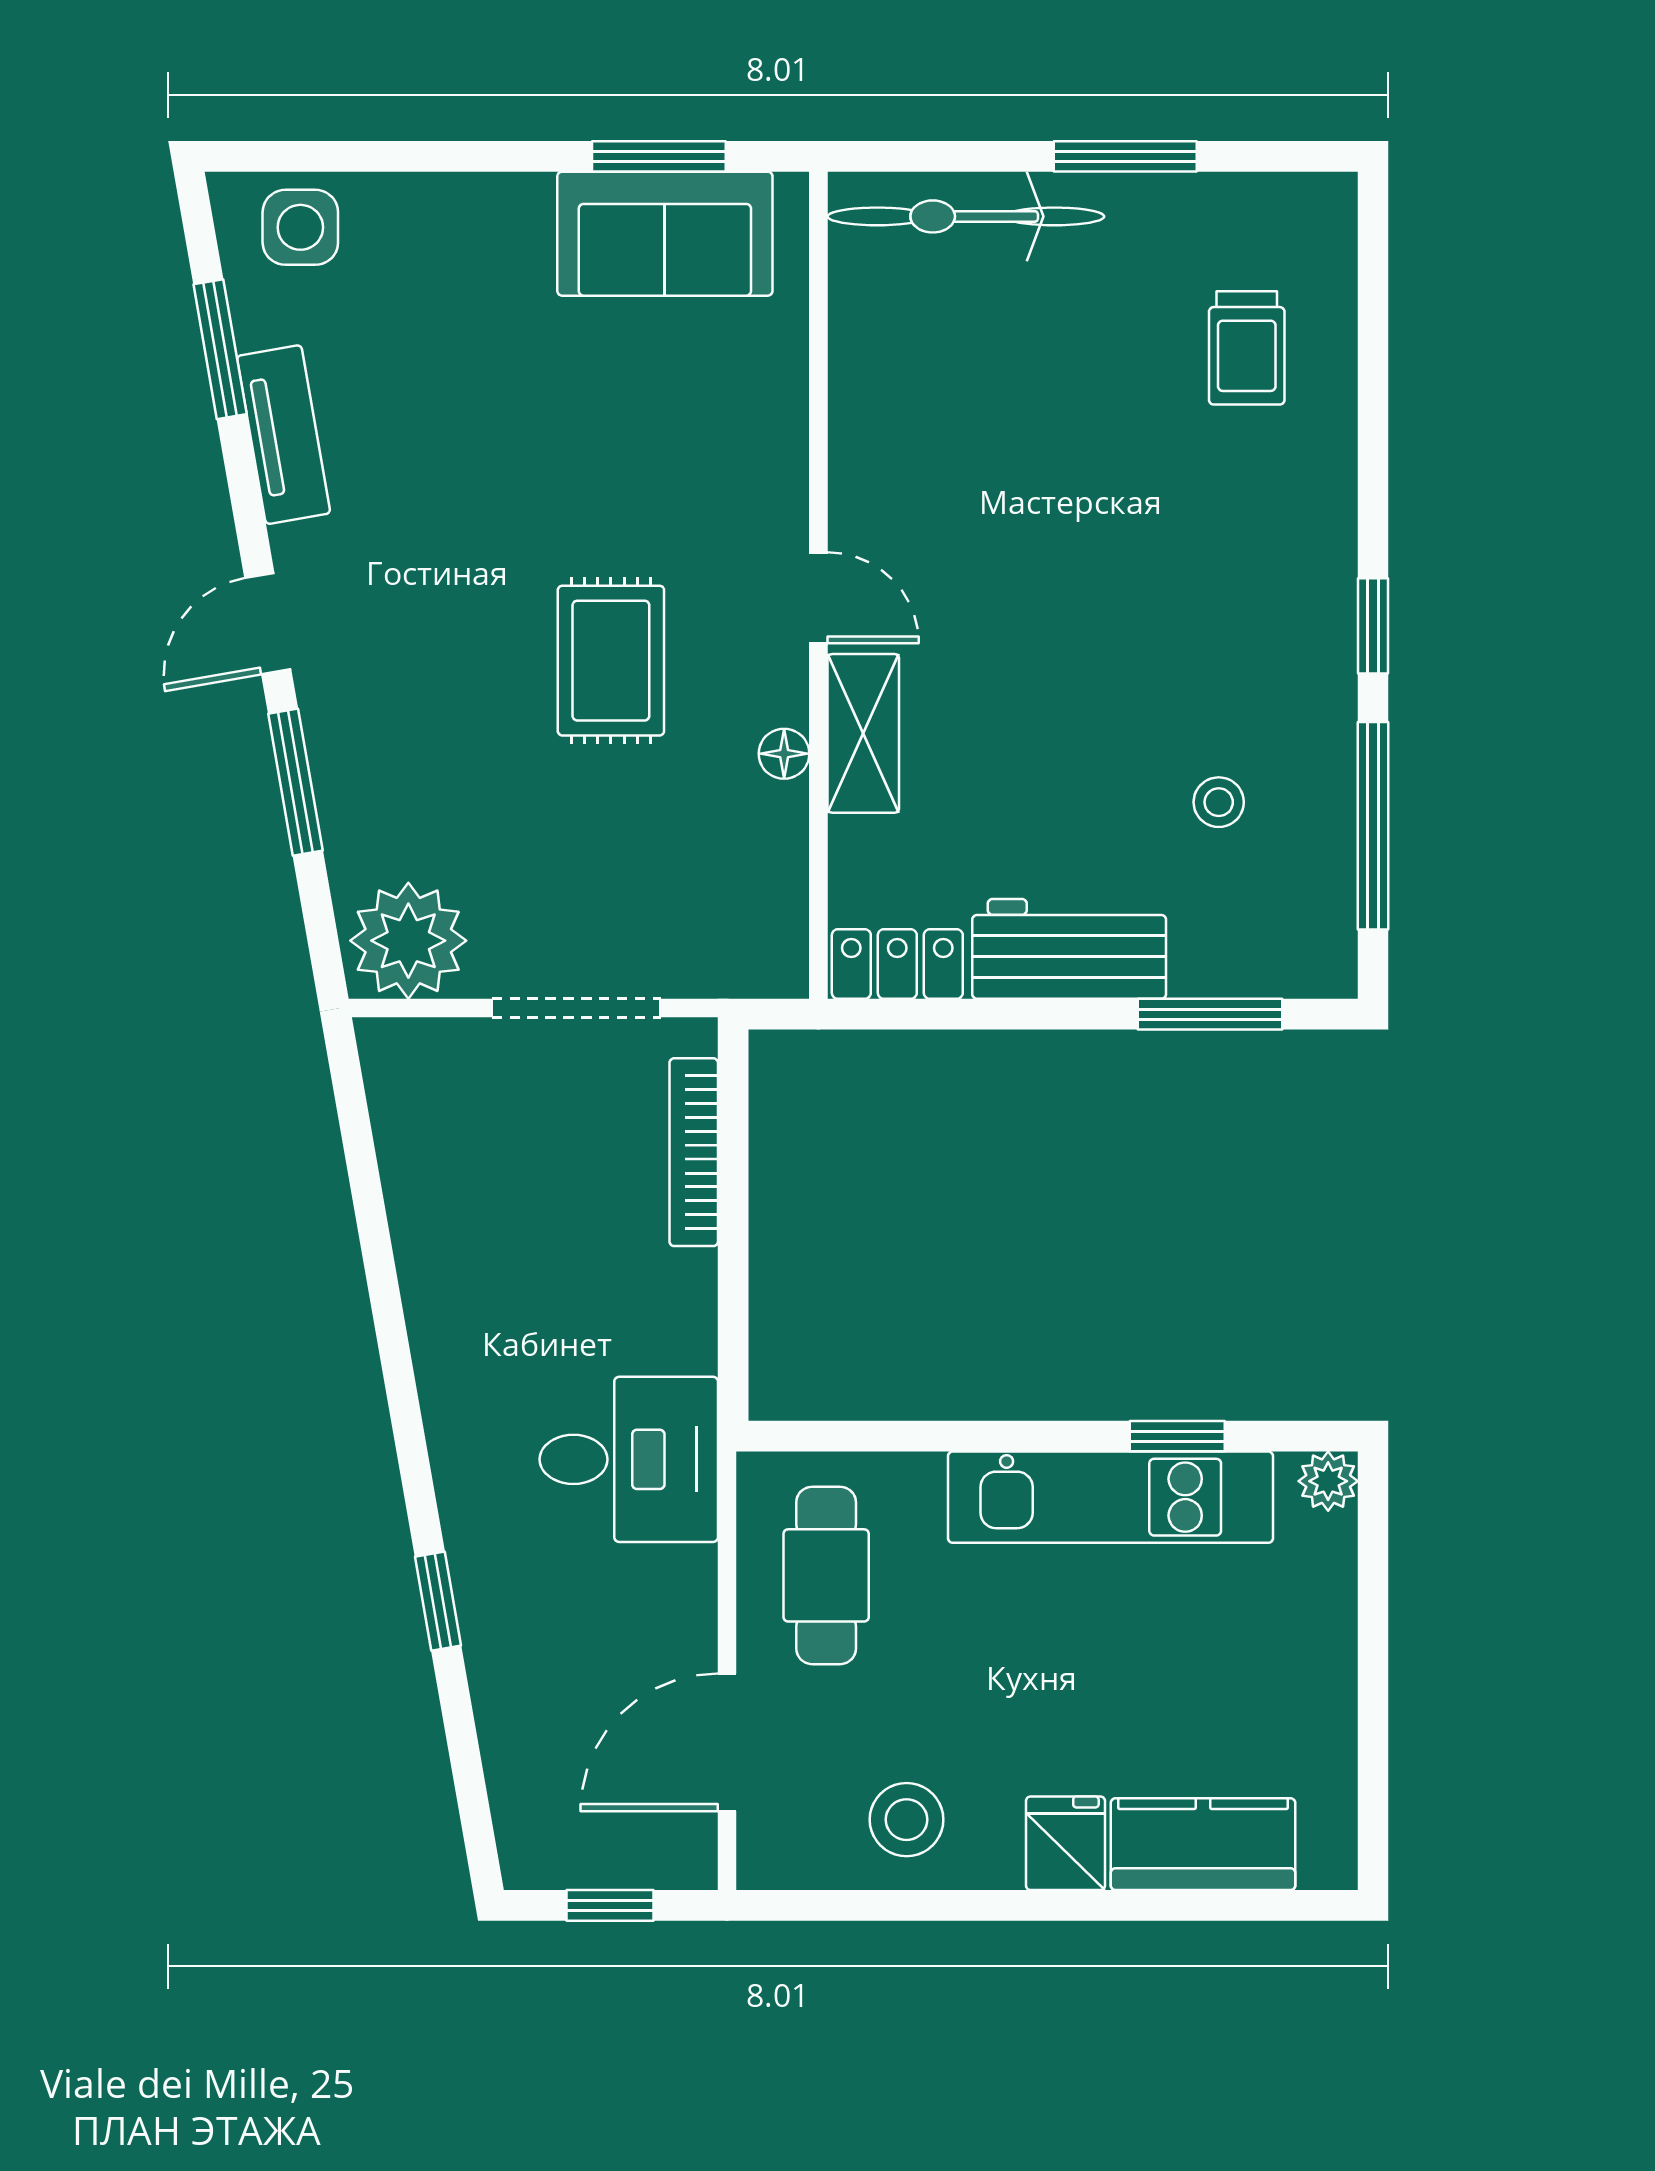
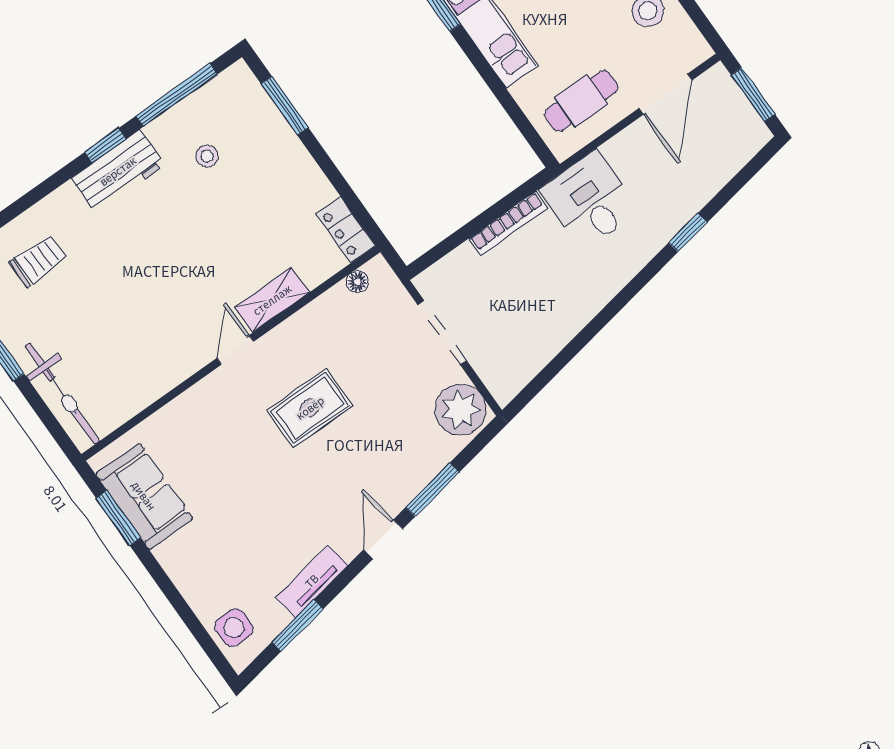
door: (268, 624) -> (383, 539), swing flipped
floor lamp: (784, 754) -> (357, 282), moved
workbench: (1069, 949) -> (118, 171), moved, turned -90
bookcase: (694, 1152) -> (508, 223), moved
door: (727, 1742) -> (666, 94), hinge flipped
window: (610, 1905) -> (753, 95), width x1.50

